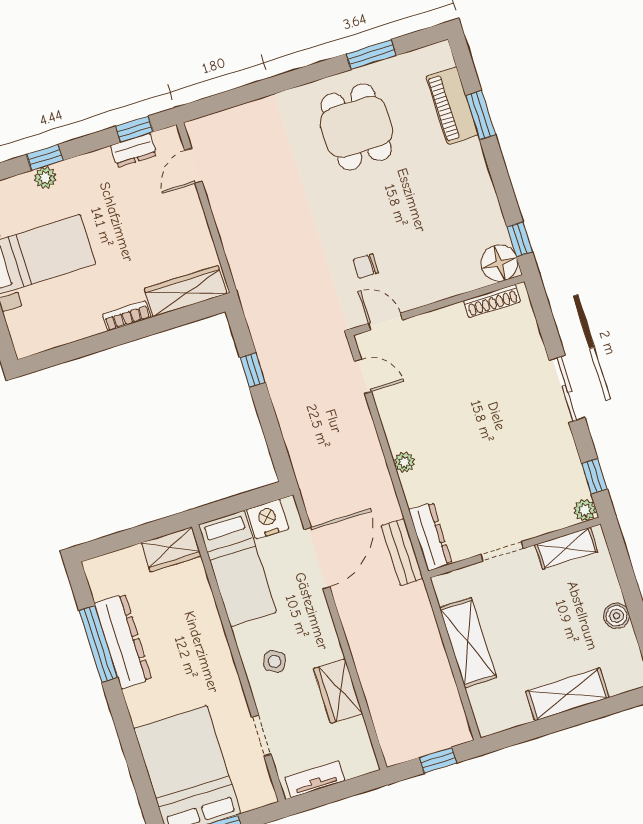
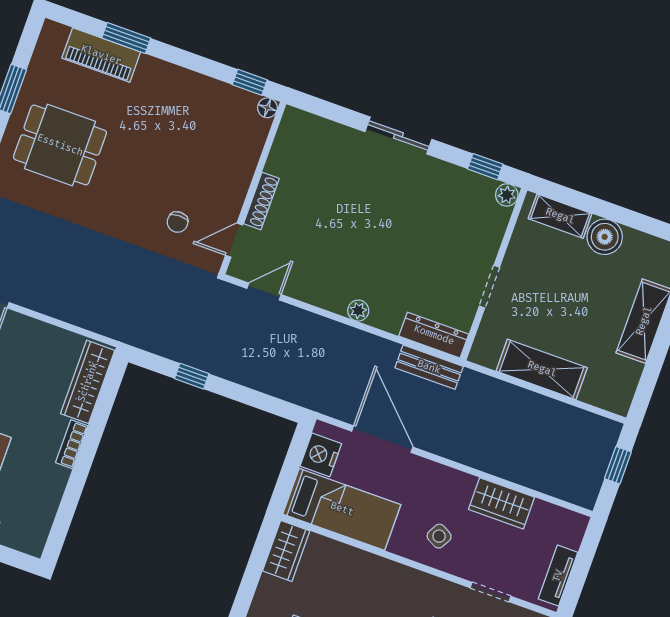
floor lamp: (499, 263) -> (267, 108), width x0.53, depth x0.53
shoe rack: (492, 301) -> (261, 201), moved
shelving: (566, 548) -> (560, 216), moved, turned 90
boiler: (616, 616) -> (605, 237), width x1.36, depth x1.36

